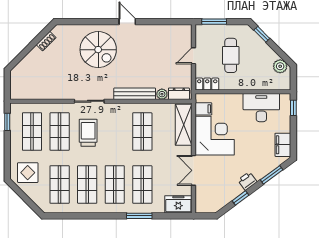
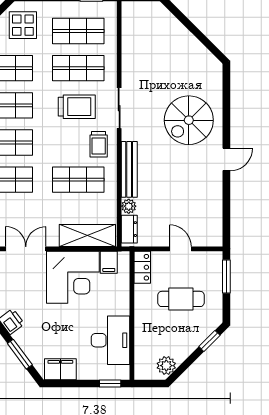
shoe rack: (46, 41) -> (200, 50), removed
trolley: (116, 116) -> (99, 144), added

